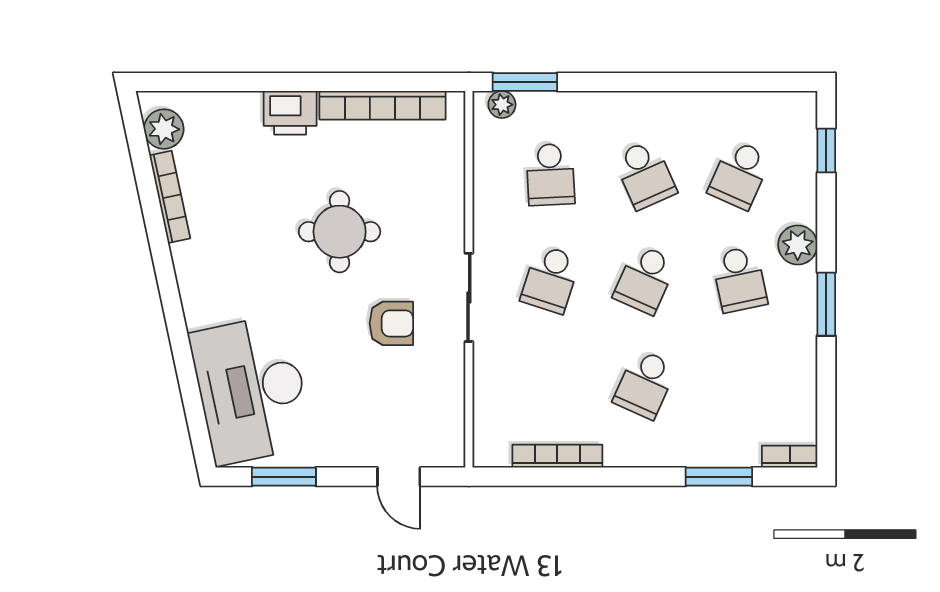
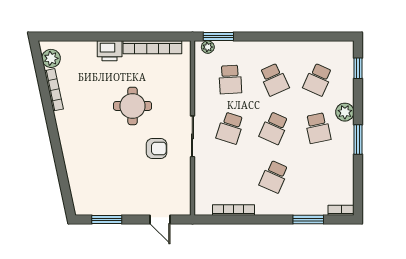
desk: (251, 390) -> (92, 179), removed

